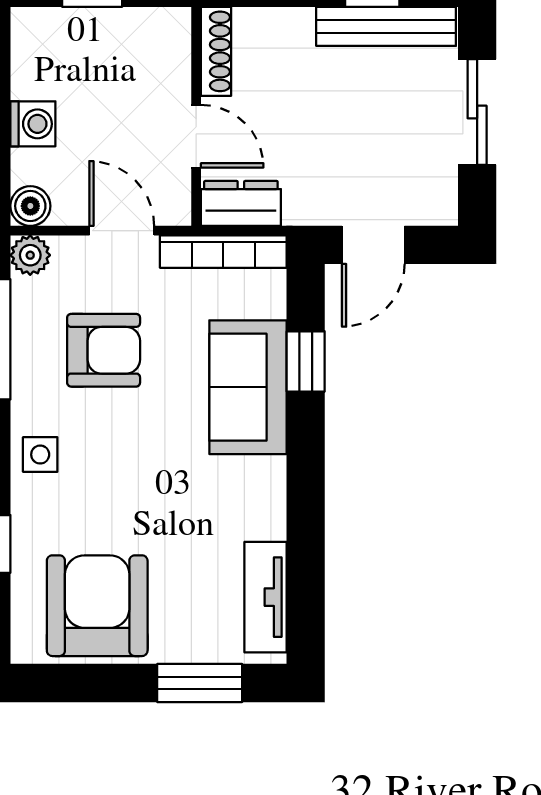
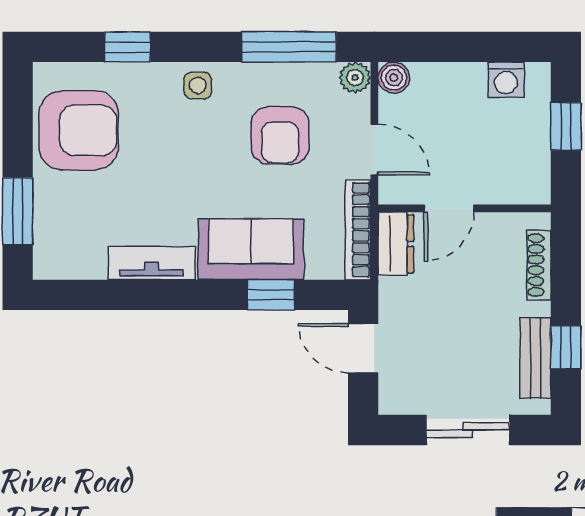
bench: (386, 26) -> (535, 358), width x0.73
shoe rack: (216, 51) -> (539, 265), moved, turned 90
washing machine: (33, 124) -> (506, 80), moved
door: (122, 231) -> (374, 150), hinge flipped
tv unit: (266, 597) -> (152, 263), moved

